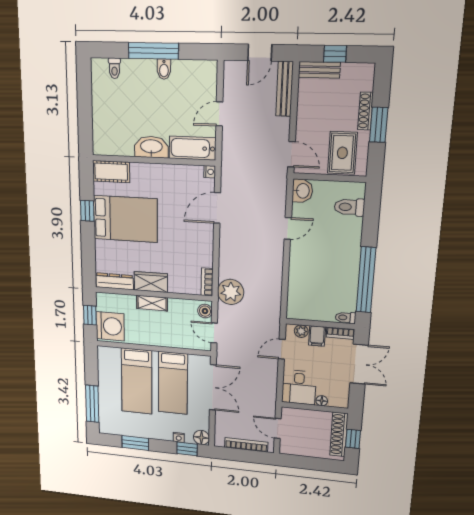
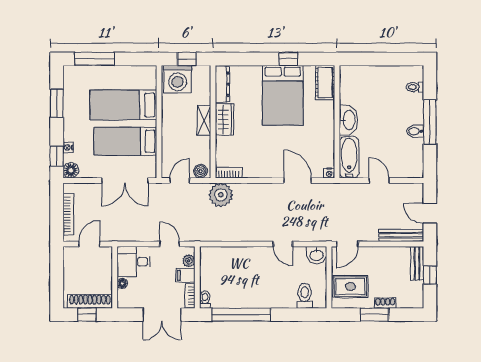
shoe rack: (365, 111) -> (385, 303), width x0.70

